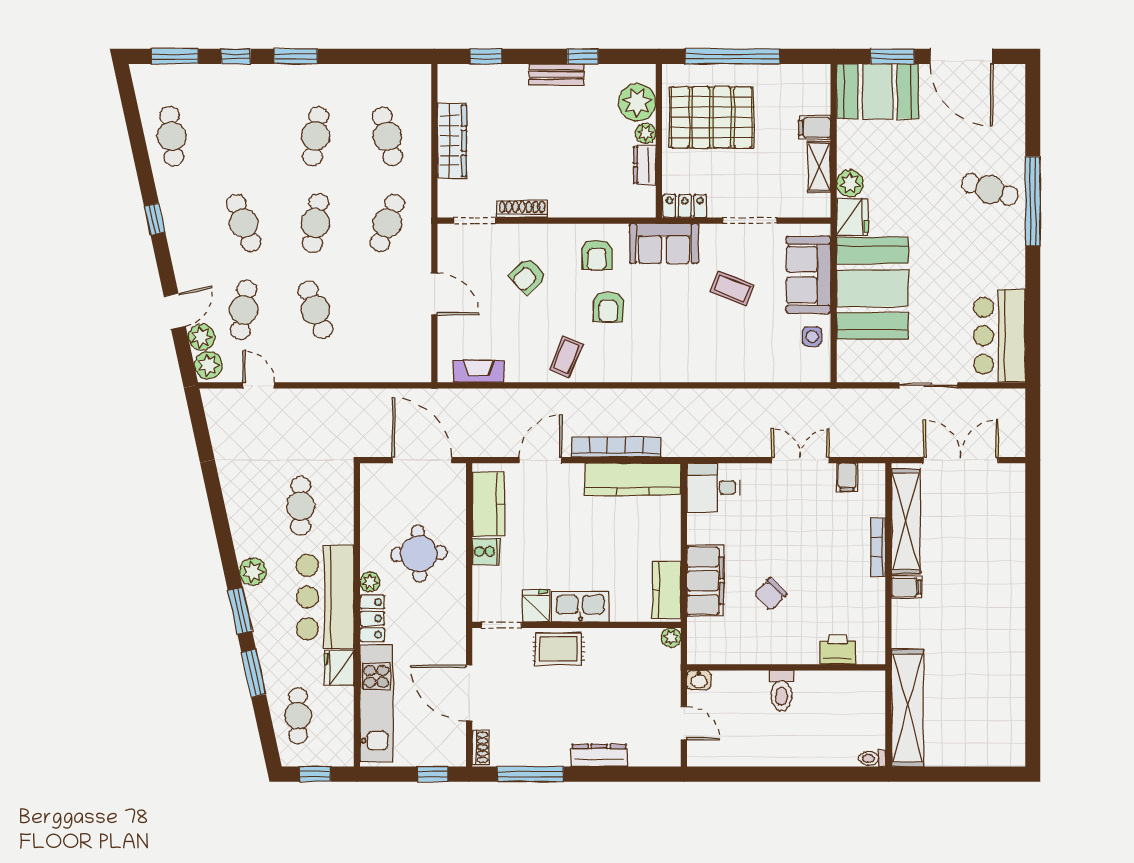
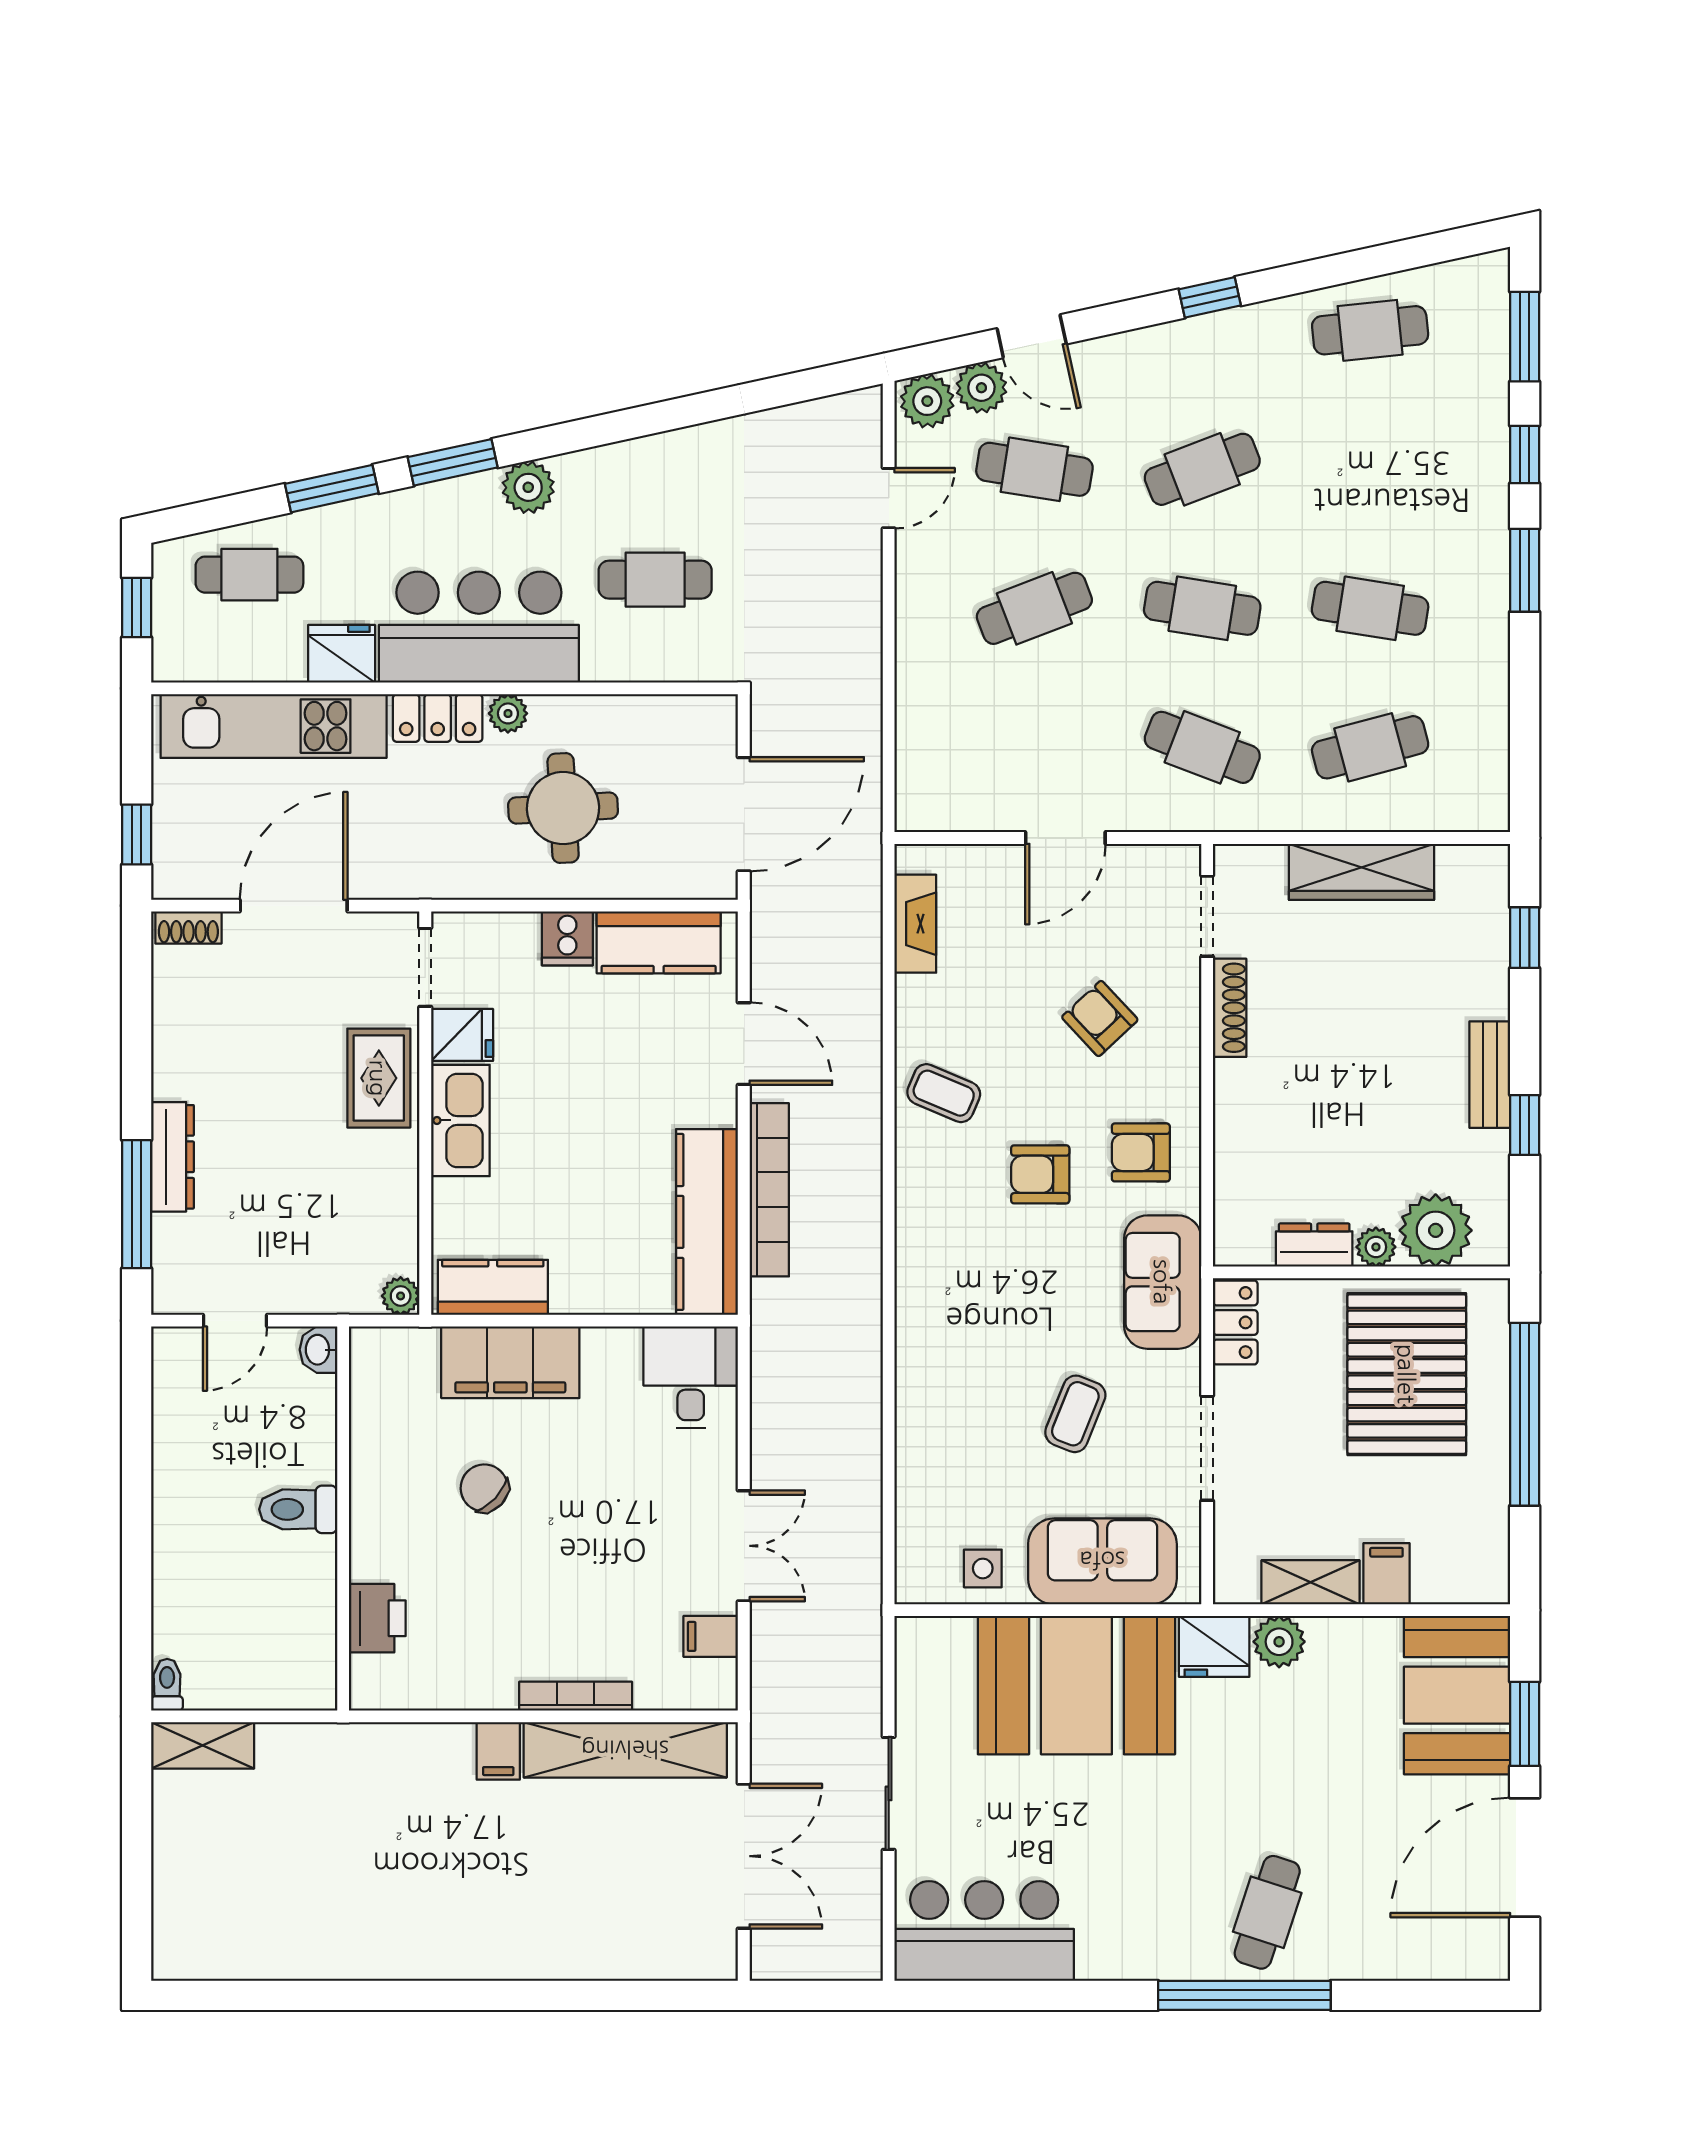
shelving: (907, 708) -> (203, 1745), width x0.45, depth x0.75
window: (530, 774) -> (137, 1204), moved

